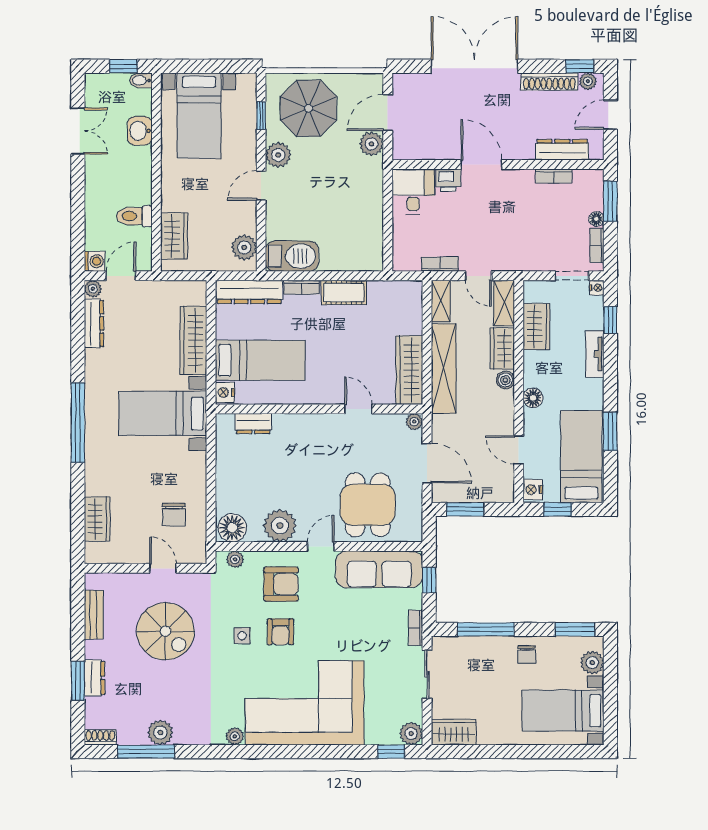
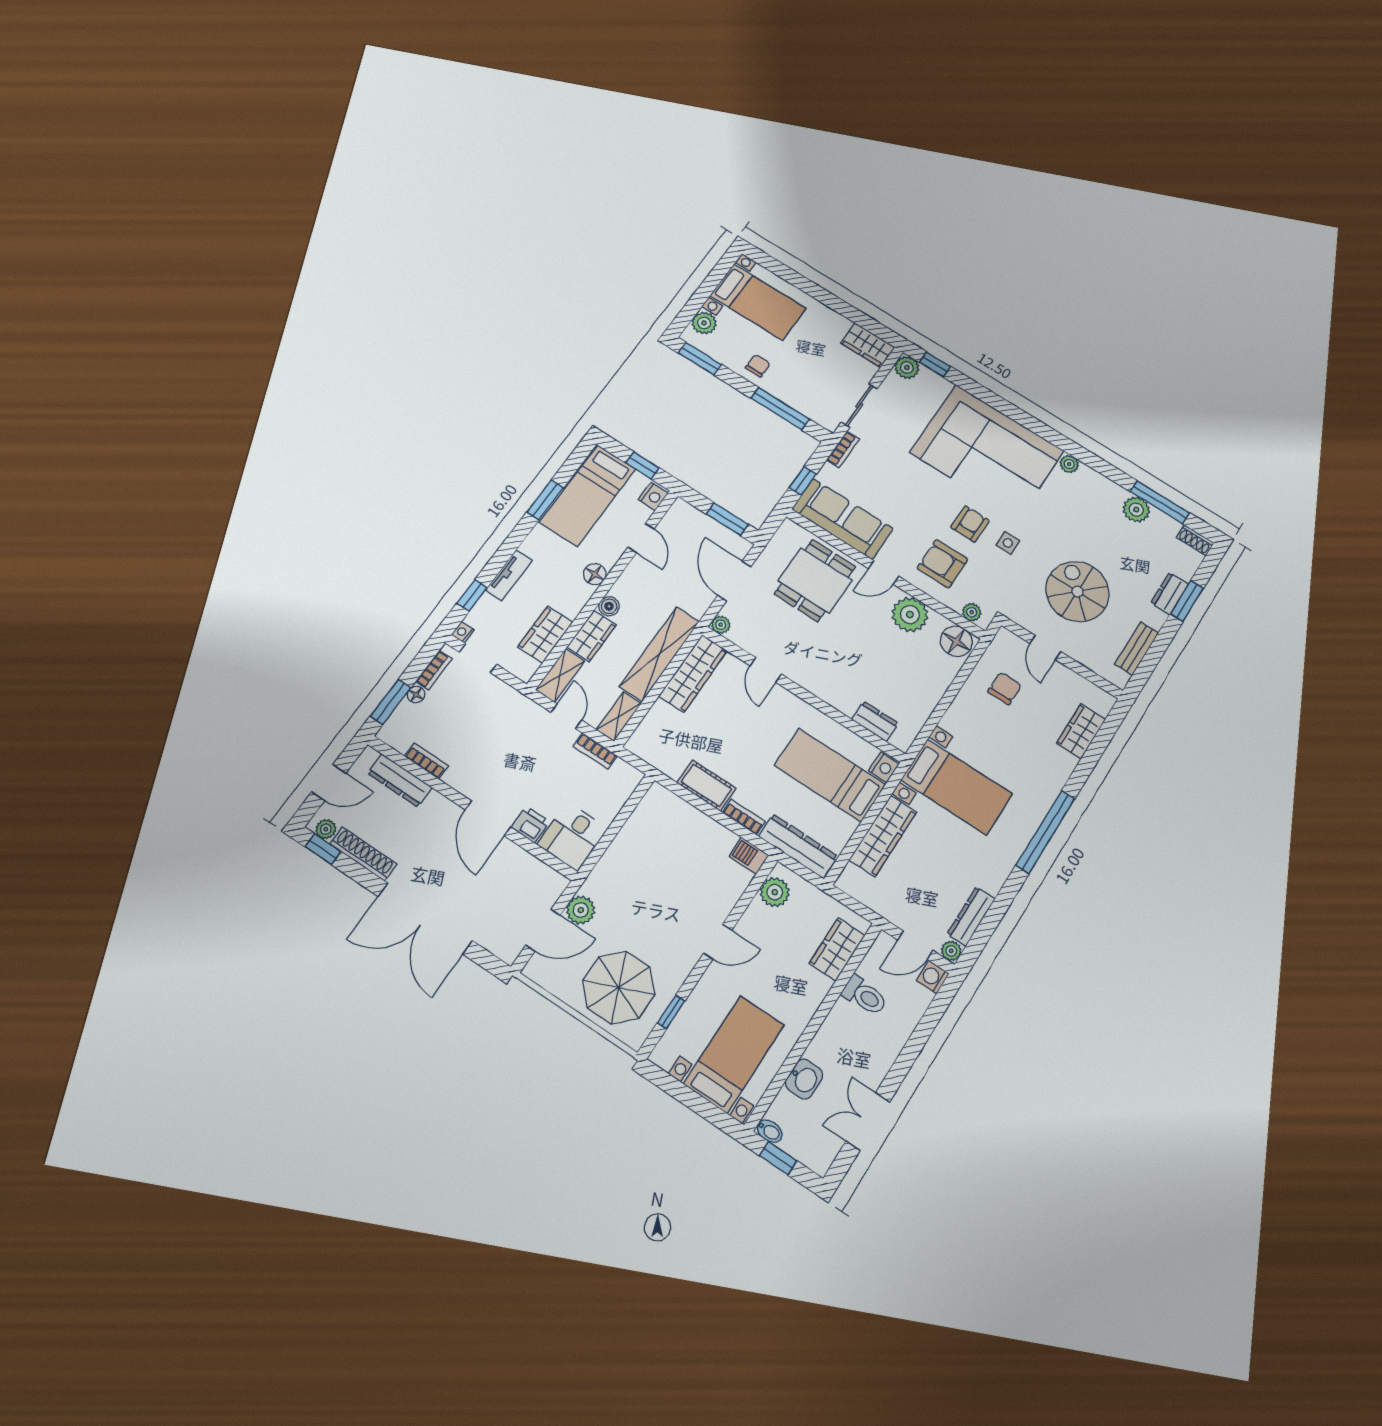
plant: (278, 155) -> (681, 961), removed
barbecue: (292, 256) -> (749, 856), width x0.53, depth x0.65

